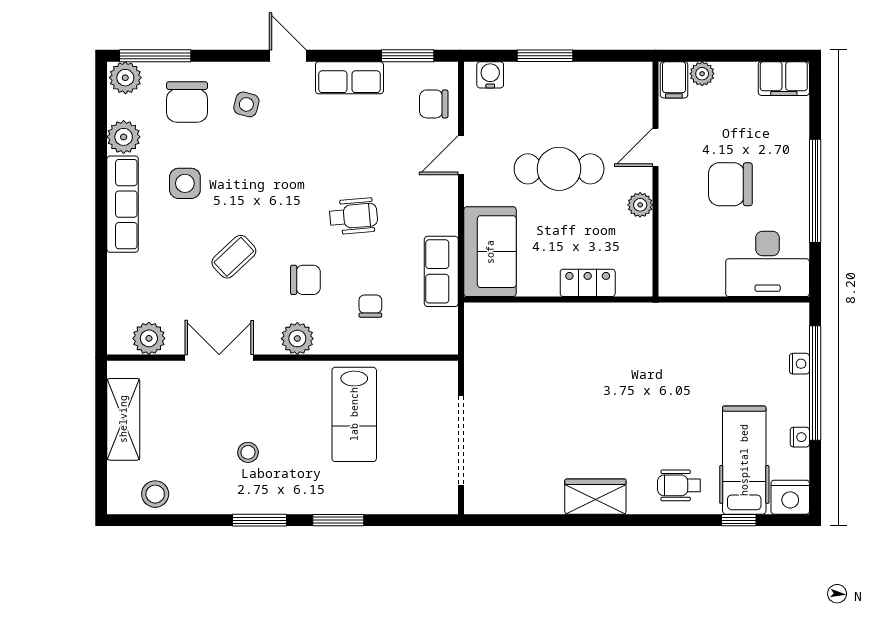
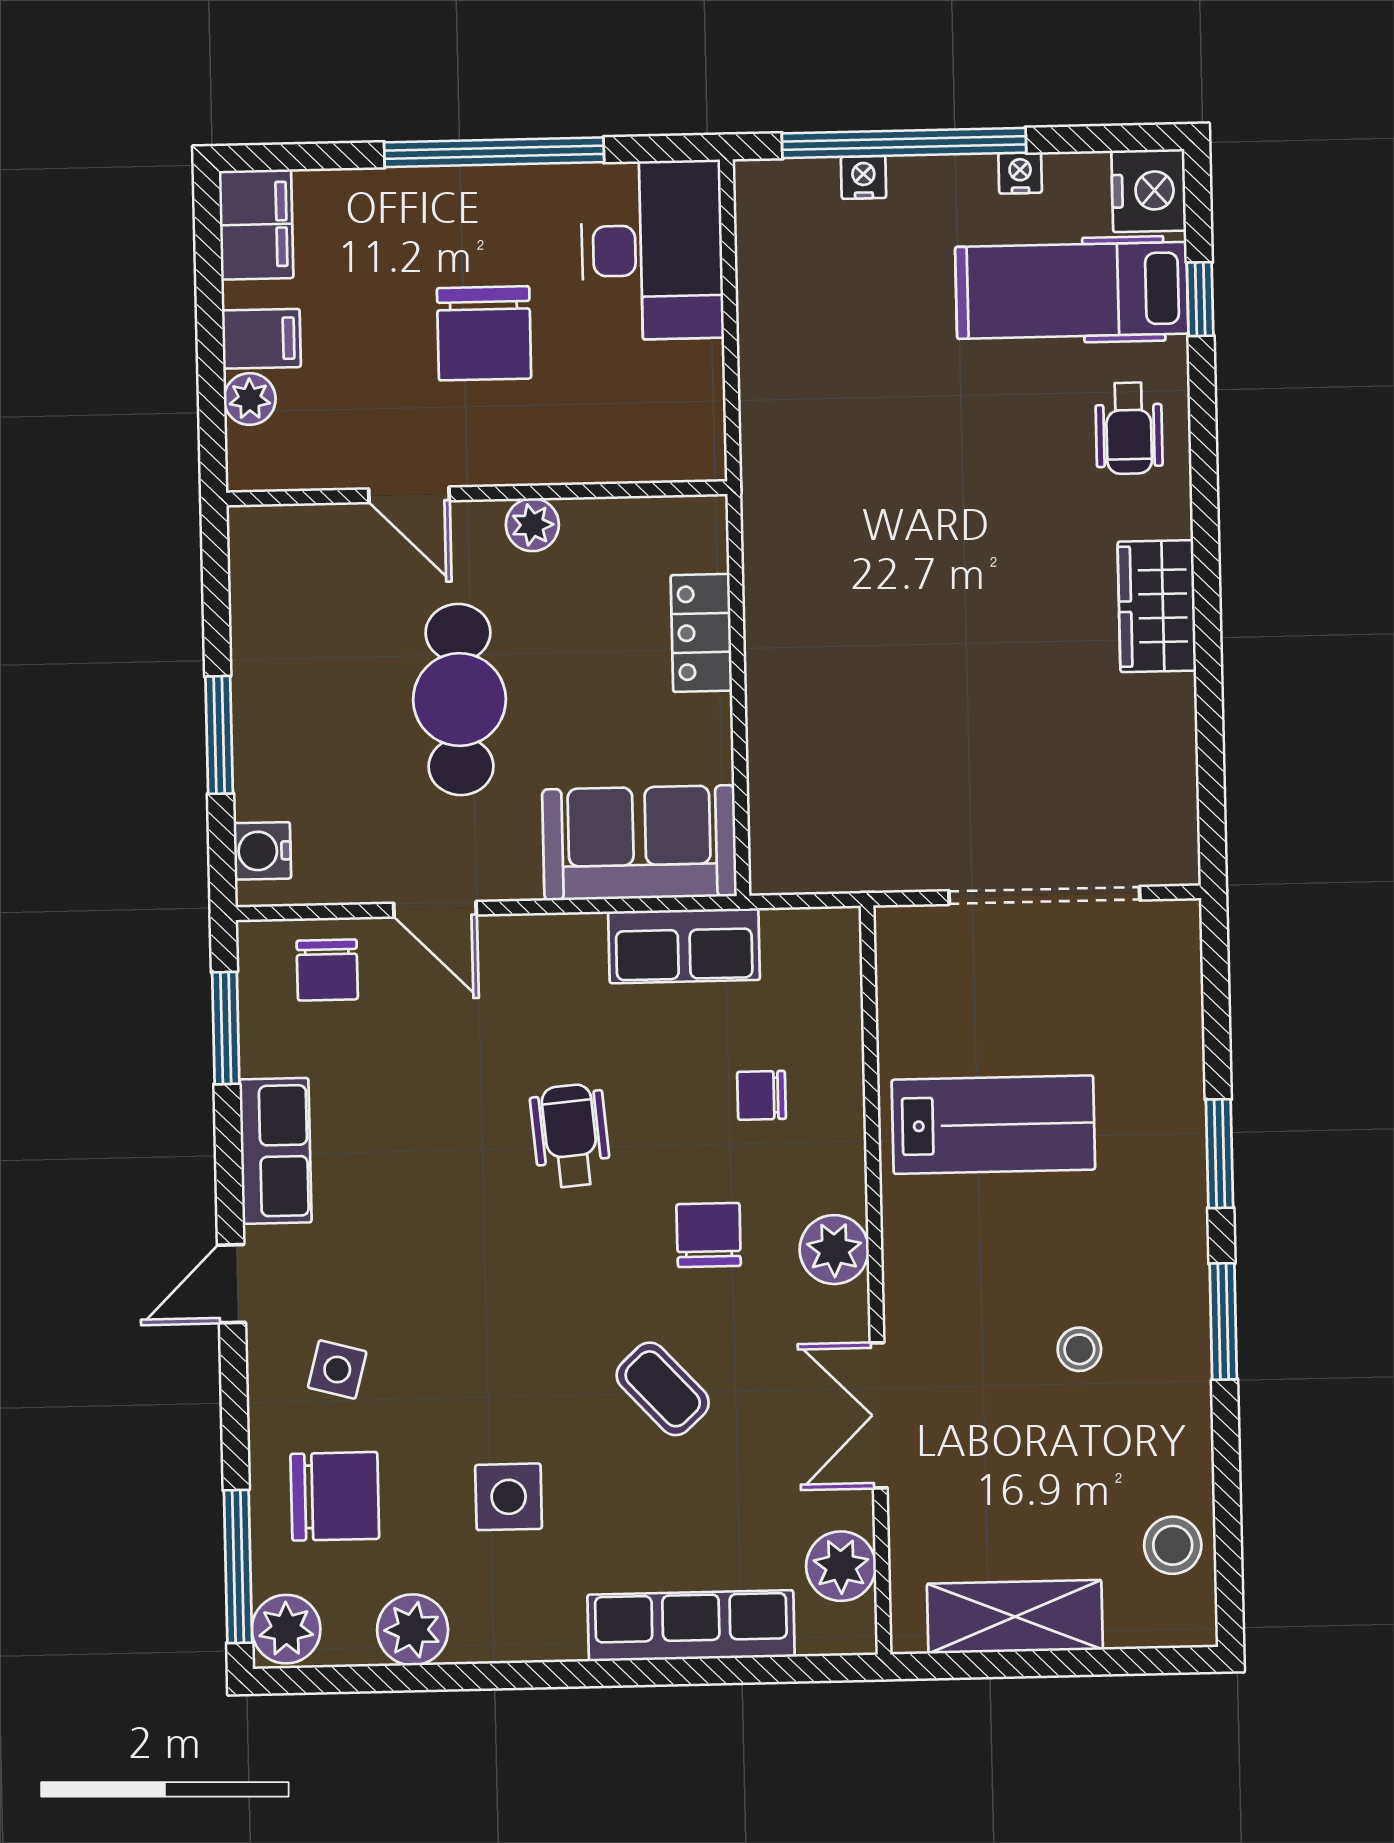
filing cabinet: (674, 80) -> (261, 339), moved
row of seats: (123, 204) -> (691, 1626), moved

